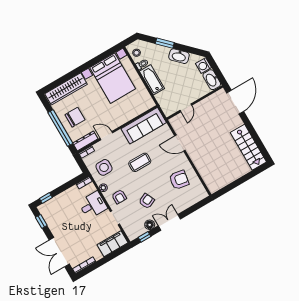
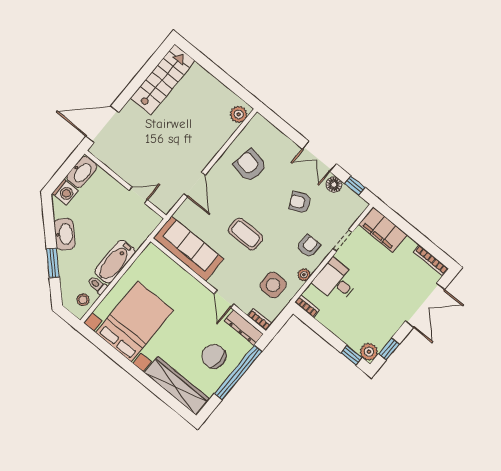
plant: (211, 184) -> (239, 114), added
plant: (44, 209) -> (369, 352), added

